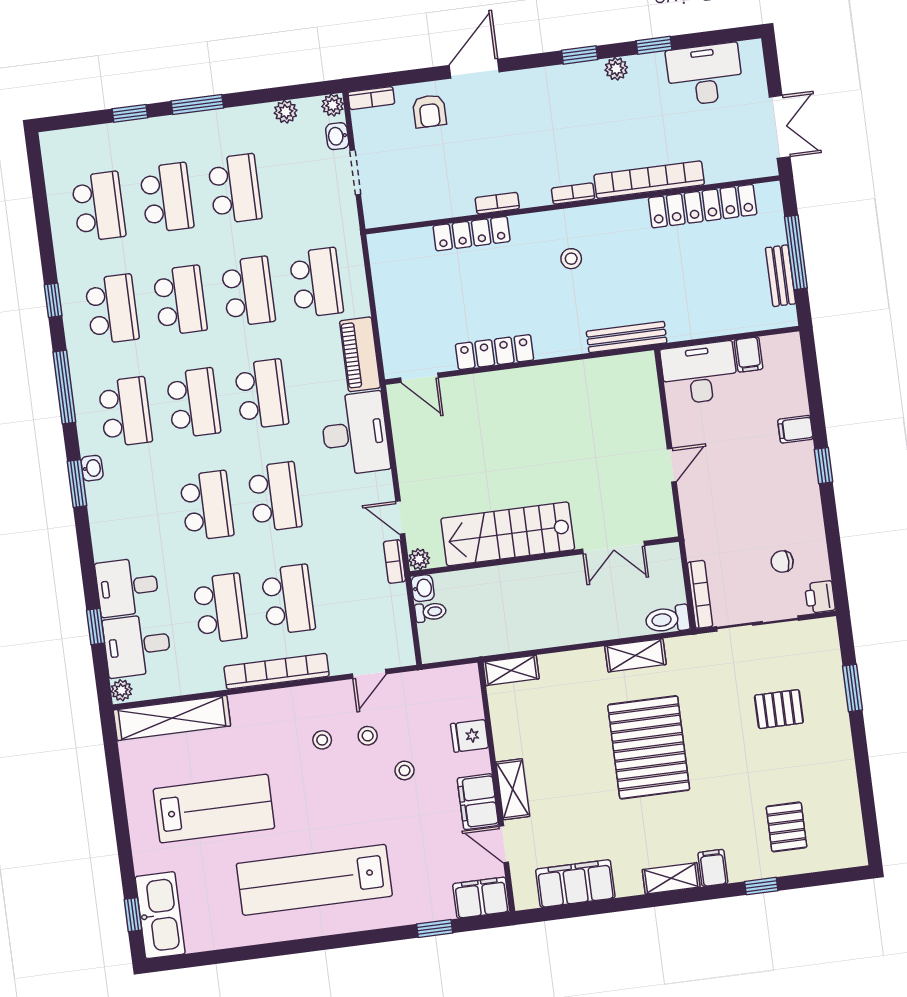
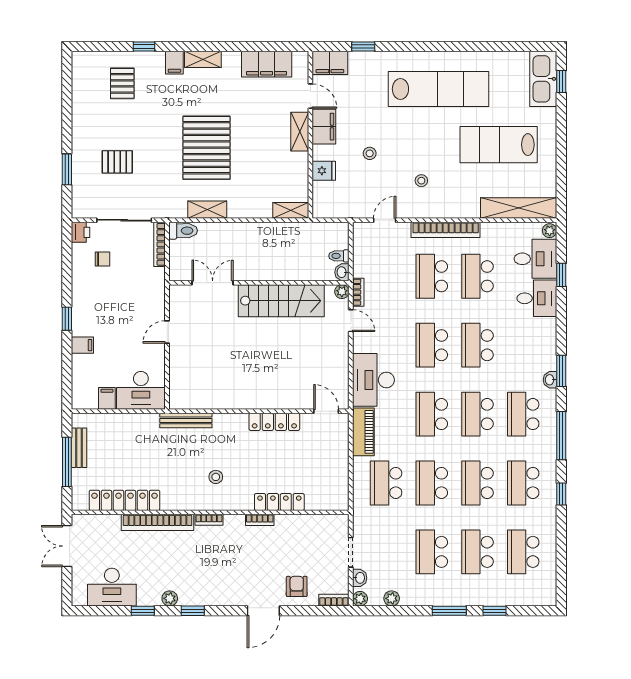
stool: (368, 736) -> (391, 179), removed

